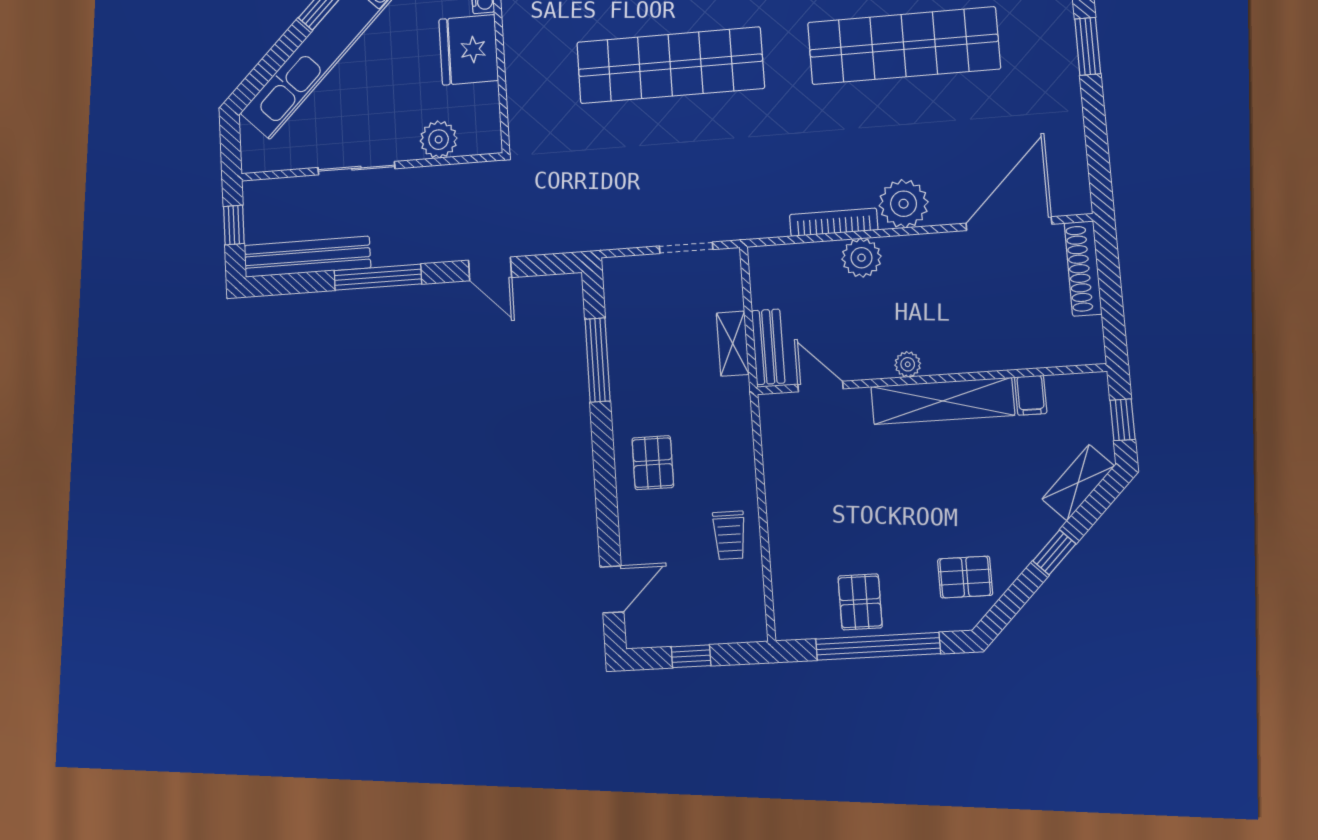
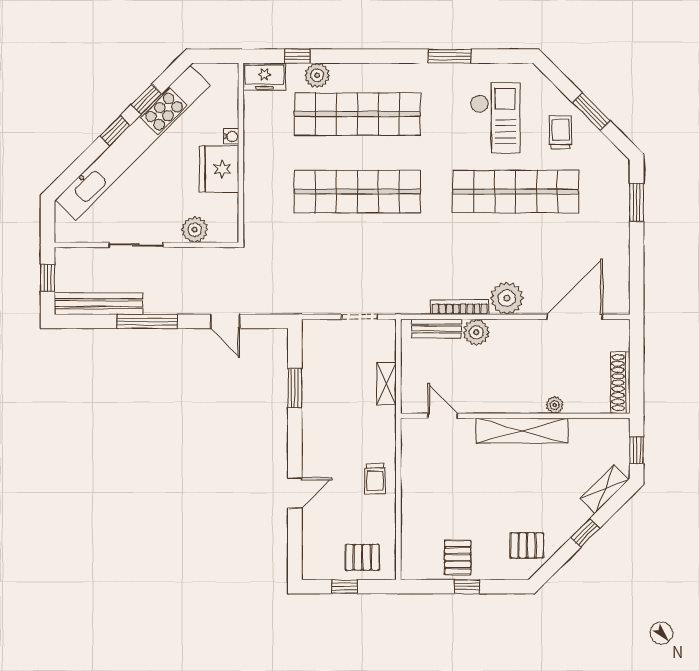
shoe rack: (1083, 268) -> (620, 383), moved
bench: (768, 347) -> (437, 329), moved, turned 90
window: (597, 360) -> (295, 388), width x0.69
plant: (908, 364) -> (555, 405), moved
filing cabinet: (1031, 395) -> (579, 431), removed
pallet: (653, 463) -> (362, 557), moved, turned 90
trolley: (729, 535) -> (375, 479), moved
door: (612, 589) -> (295, 493), moved
window: (878, 646) -> (467, 587), width x0.32

